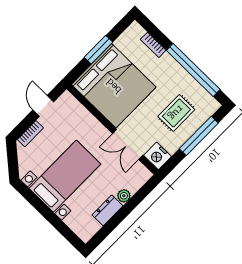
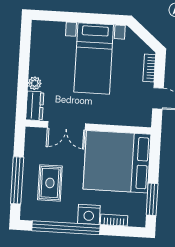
window: (98, 50) -> (152, 199), moved
double door: (128, 144) -> (66, 126), swing flipped
nightstand: (158, 156) -> (89, 214), moved, turned 180
dresser: (107, 210) -> (35, 106), moved

